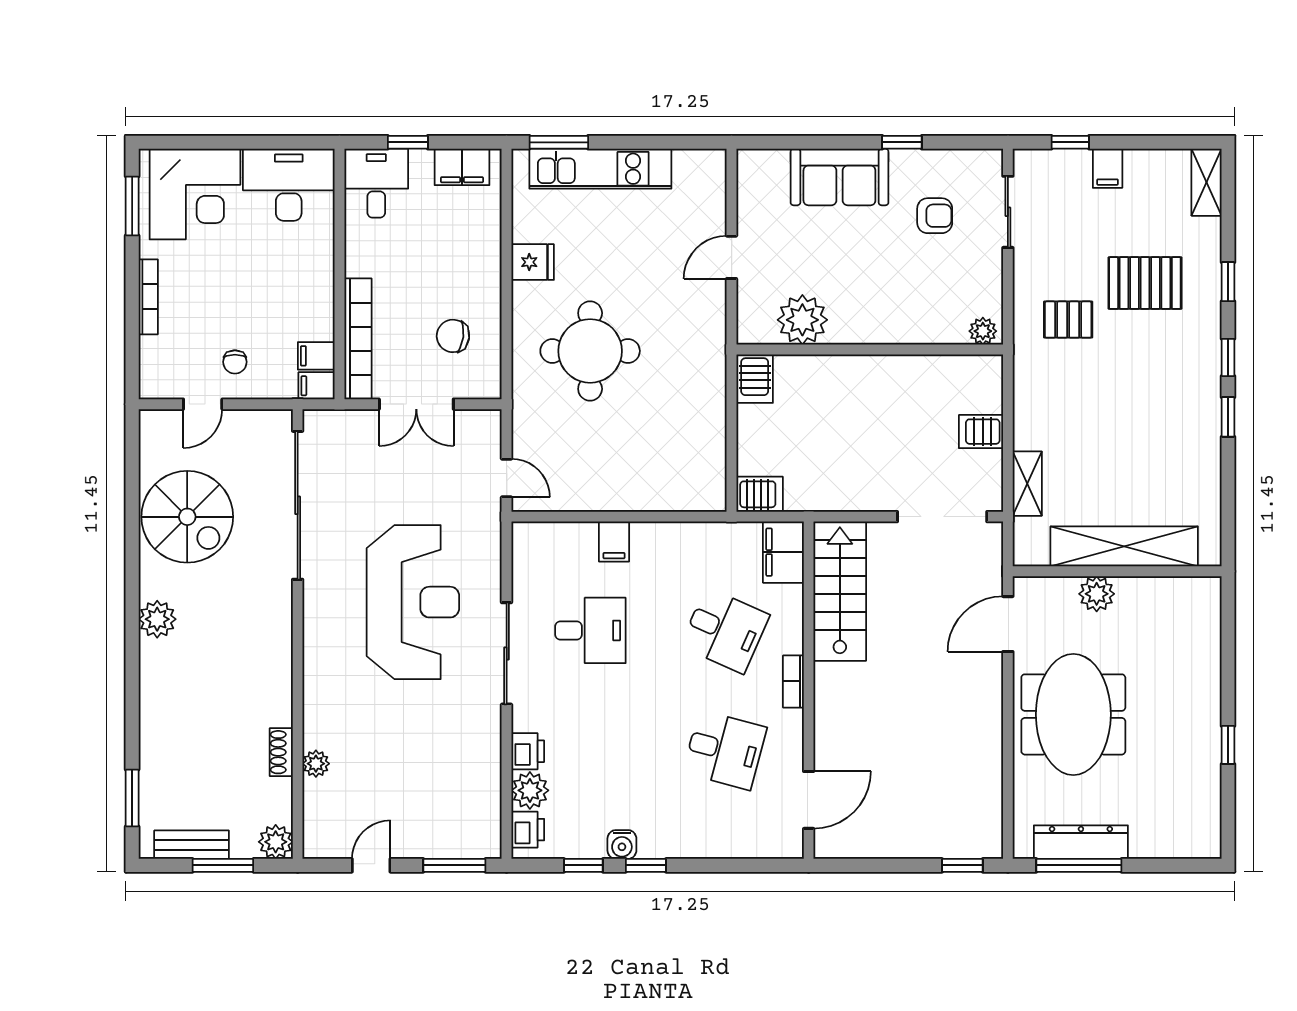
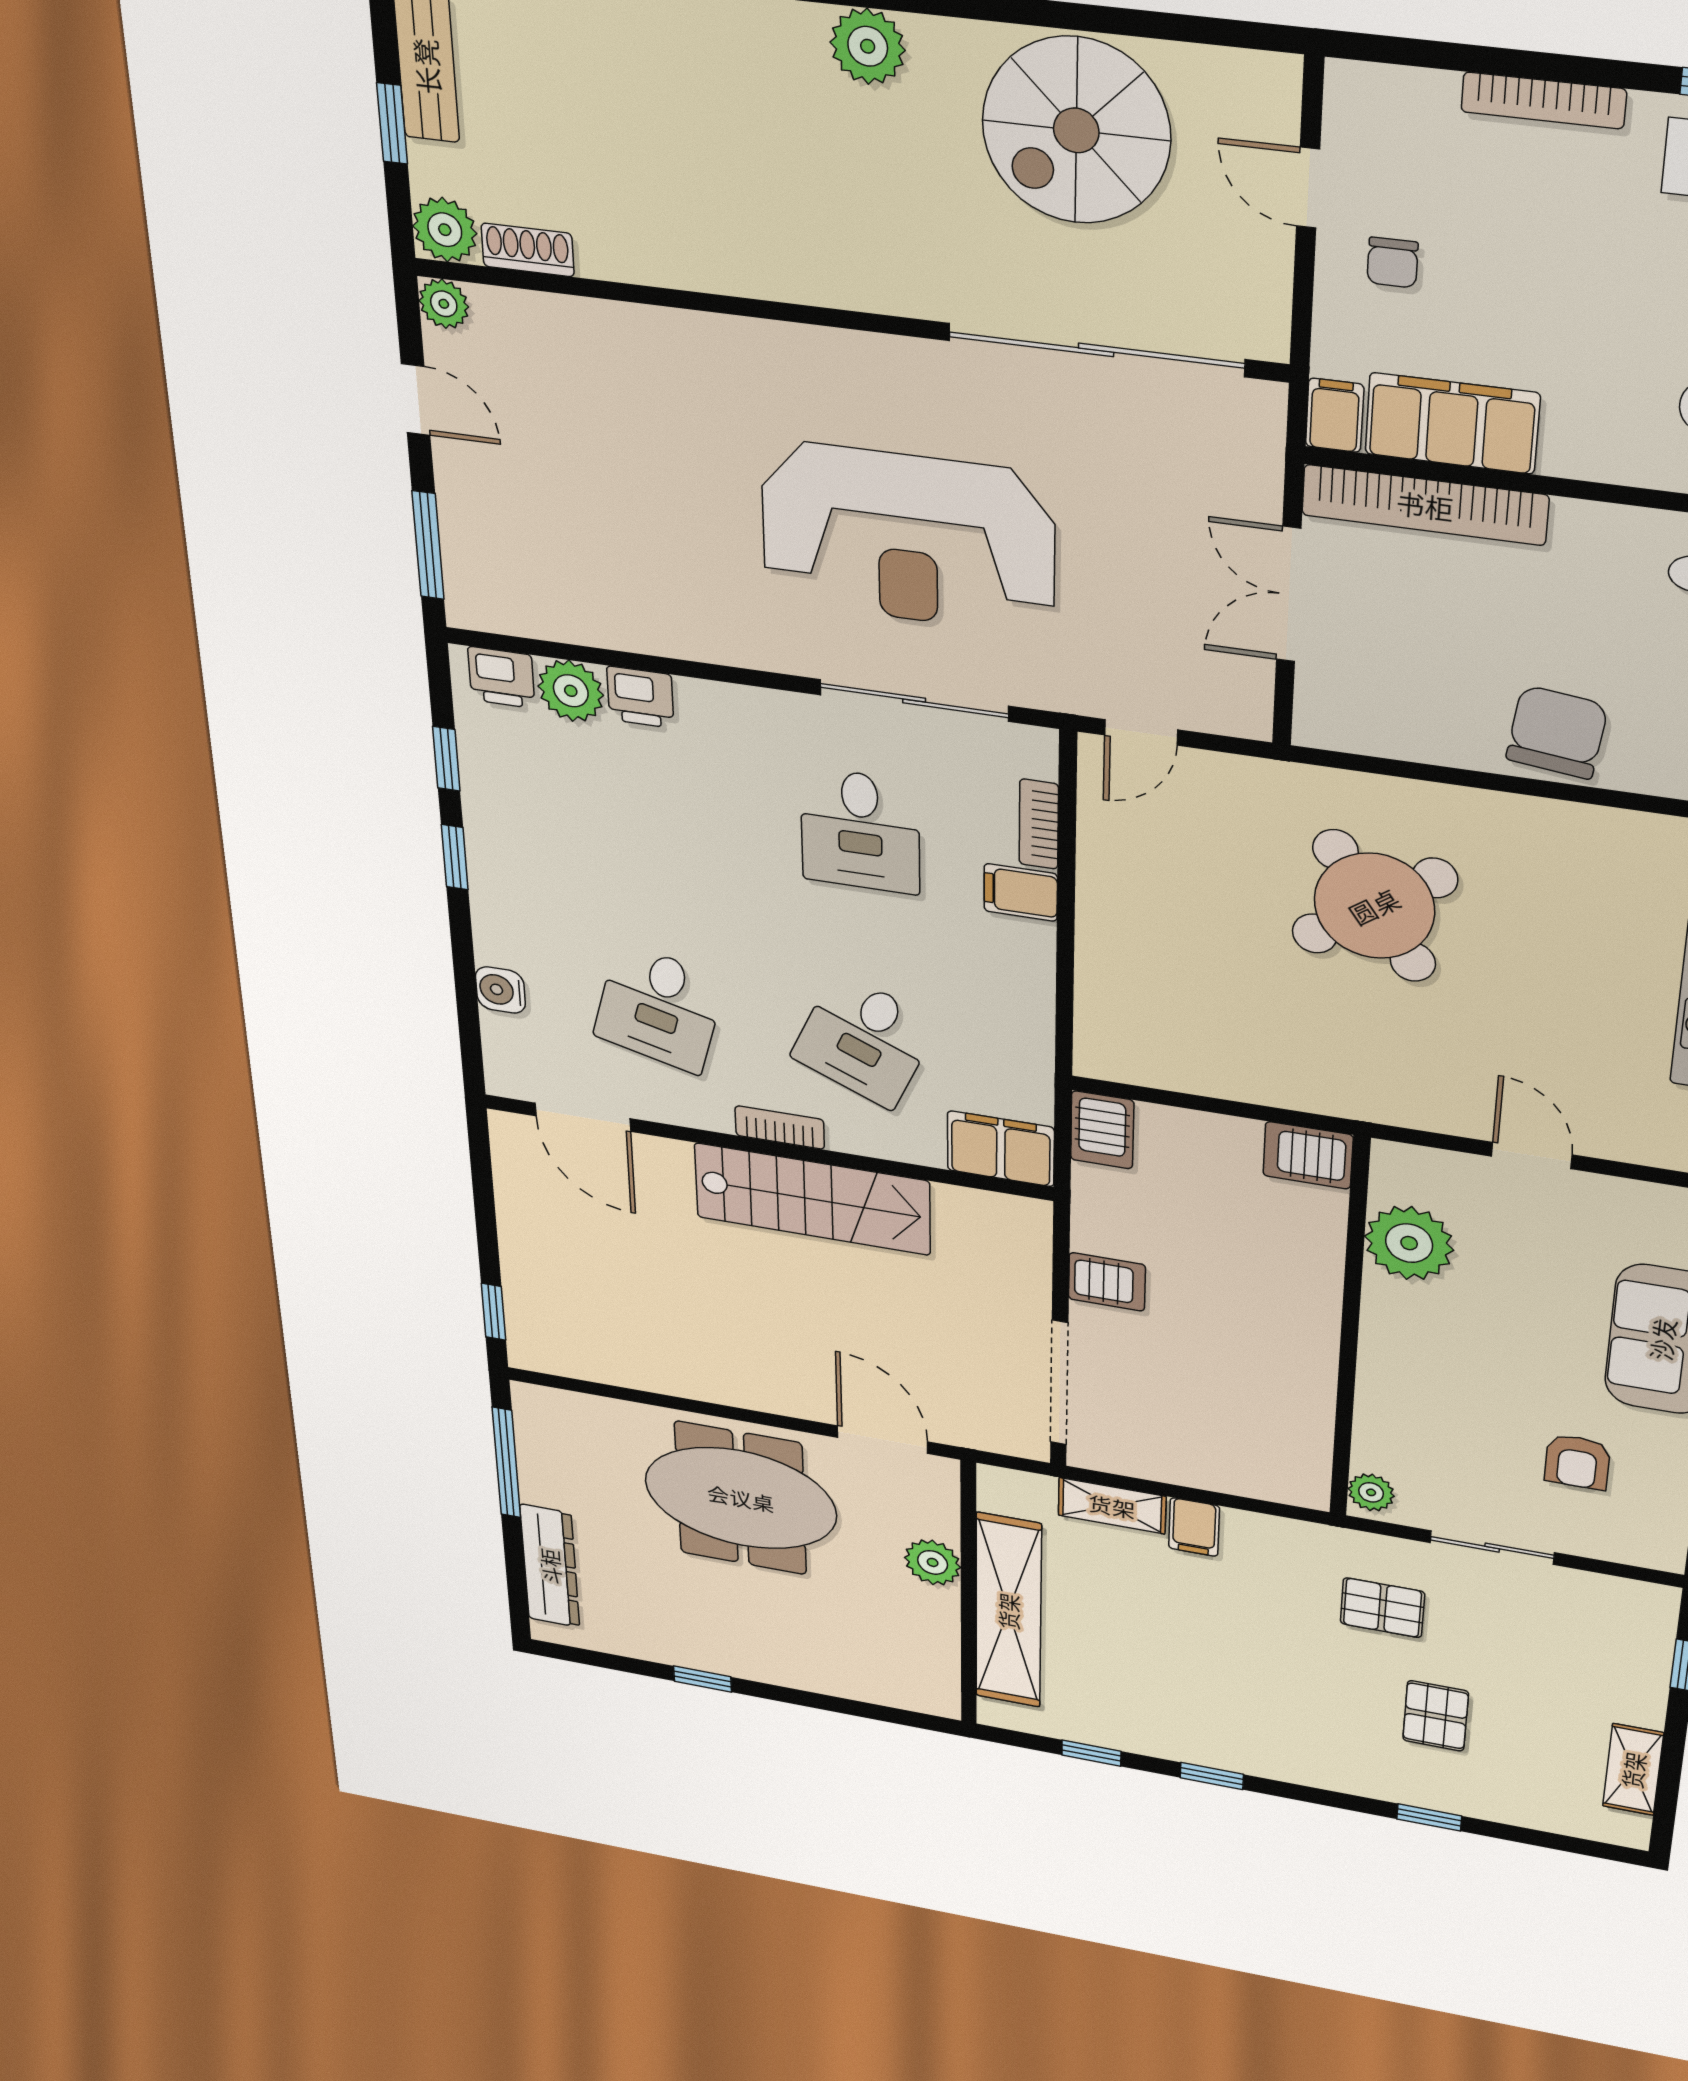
filing cabinet: (1108, 168) -> (1194, 1527), moved, turned -90
shelving: (1207, 182) -> (1633, 1770), moved, turned 90
sliding door: (1008, 212) -> (1492, 1548), moved
fridge: (533, 262) -> (1552, 835), removed
pallet: (1145, 283) -> (1436, 1716), width x0.67, depth x0.71
pallet: (1068, 320) -> (1382, 1608), turned 90
chair: (453, 336) -> (1557, 732), moved, width x1.37, depth x1.37
round table: (590, 351) -> (1374, 906), turned -36
filing cabinet: (316, 356) -> (1452, 423), width x3.00, depth x1.17
window: (1228, 357) -> (1091, 1753), moved
chair: (235, 362) -> (1393, 263), turned -90
server rack: (981, 432) -> (1107, 1282), moved, turned 90
bookcase: (570, 532) -> (1039, 824), added
stairs: (840, 591) -> (812, 1199), moved
sliding door: (507, 653) -> (914, 701), moved
shoe rack: (281, 752) -> (528, 250), moved
plant: (316, 764) -> (444, 304), moved
dresser: (1081, 842) -> (550, 1566), moved
water cooler: (622, 844) -> (500, 990), moved
window: (223, 865) -> (392, 123), width x0.67

